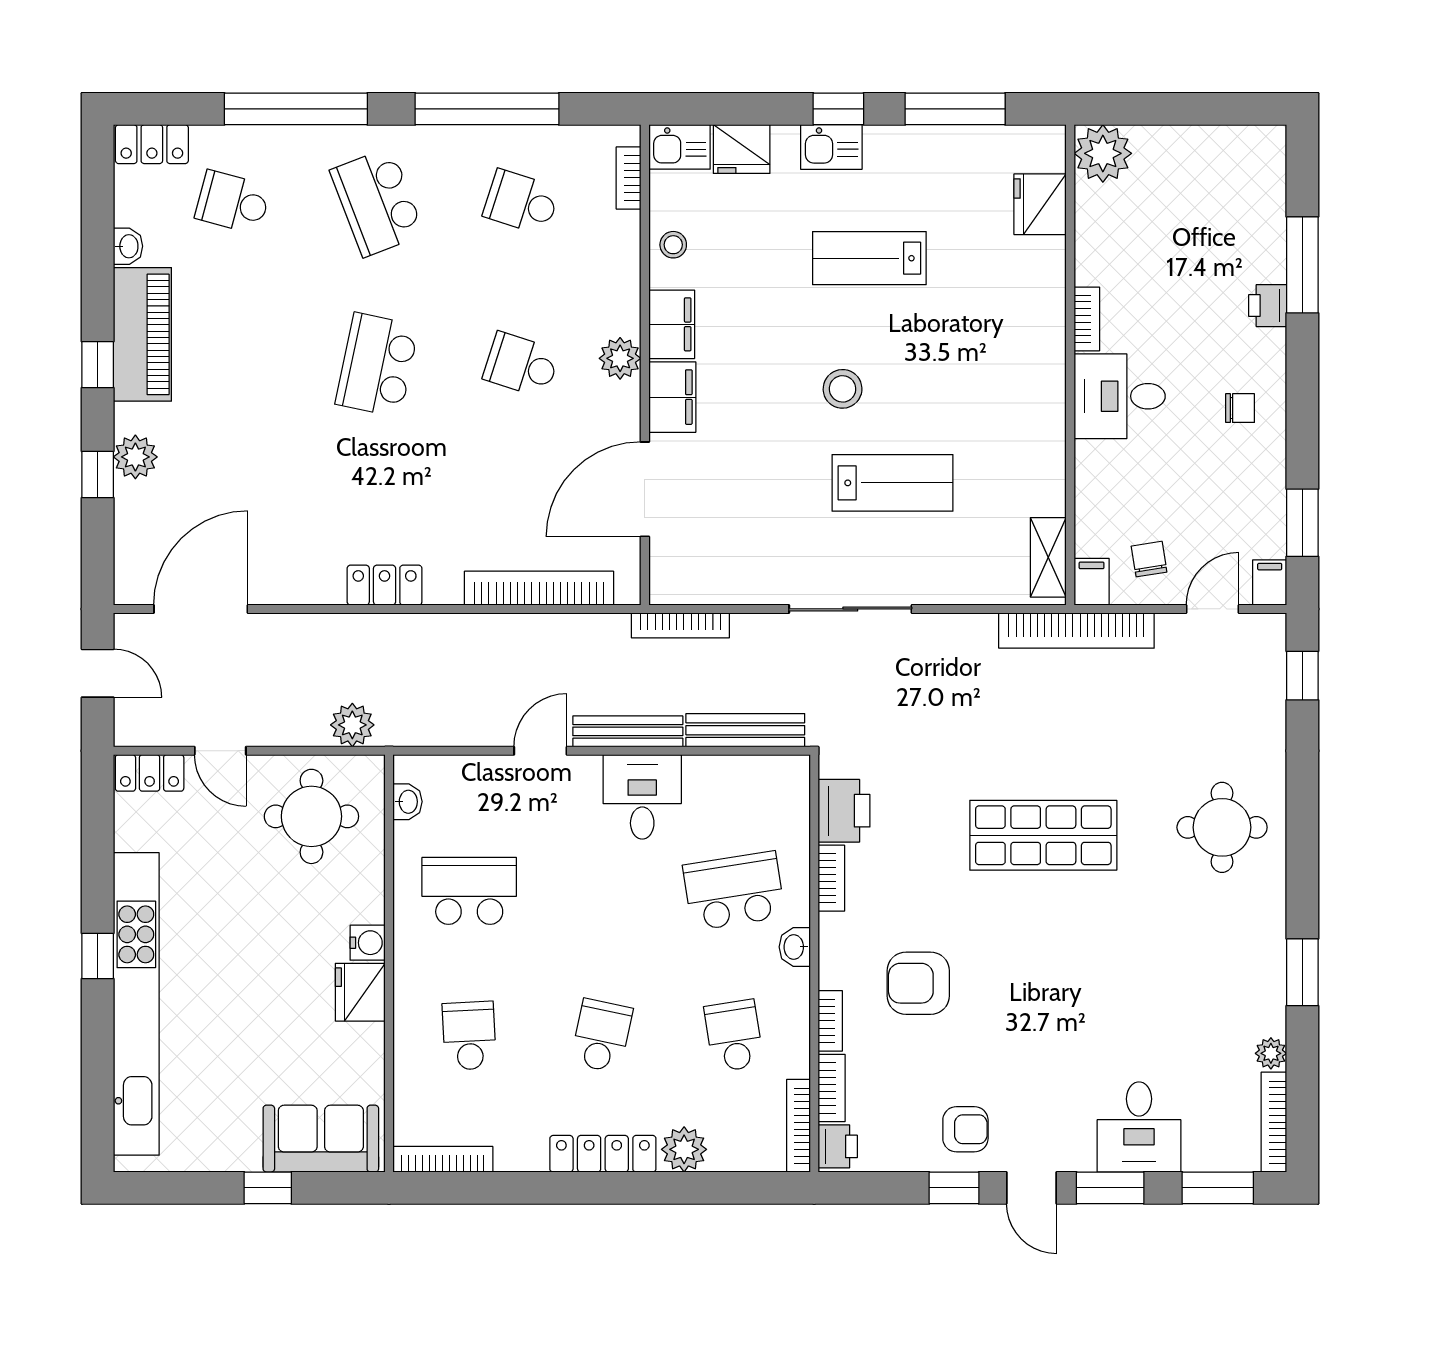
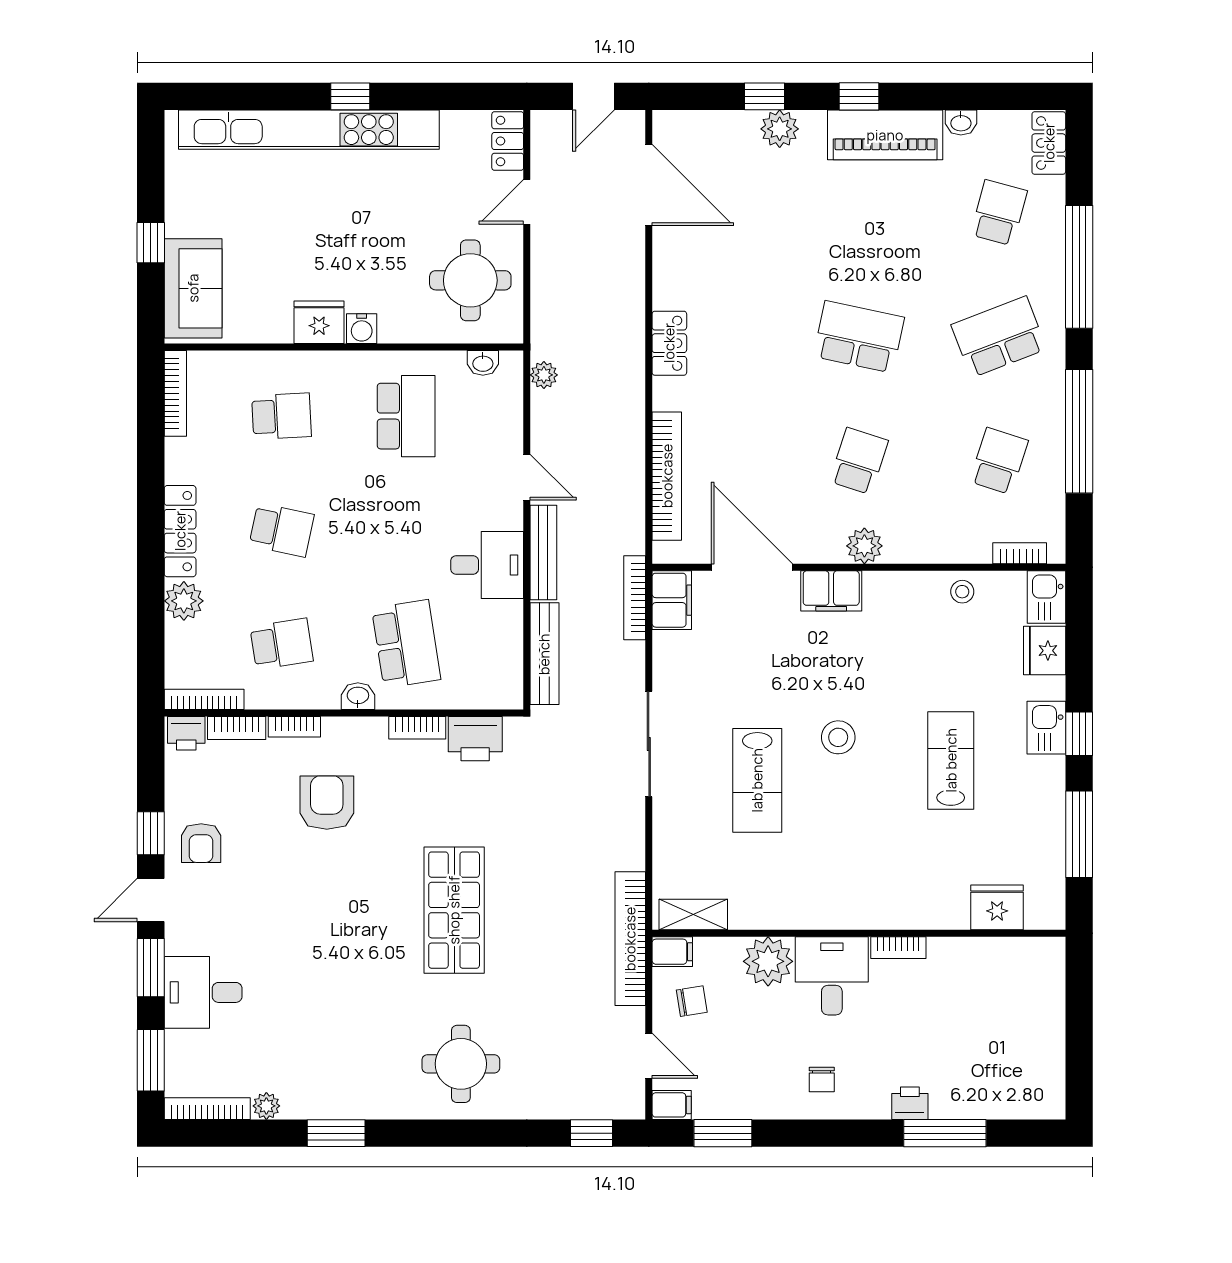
plant: (1103, 153) -> (768, 961), moved
filing cabinet: (672, 324) -> (672, 600), moved, turned -90
plant: (352, 725) -> (544, 375), moved, width x0.73, depth x0.73

